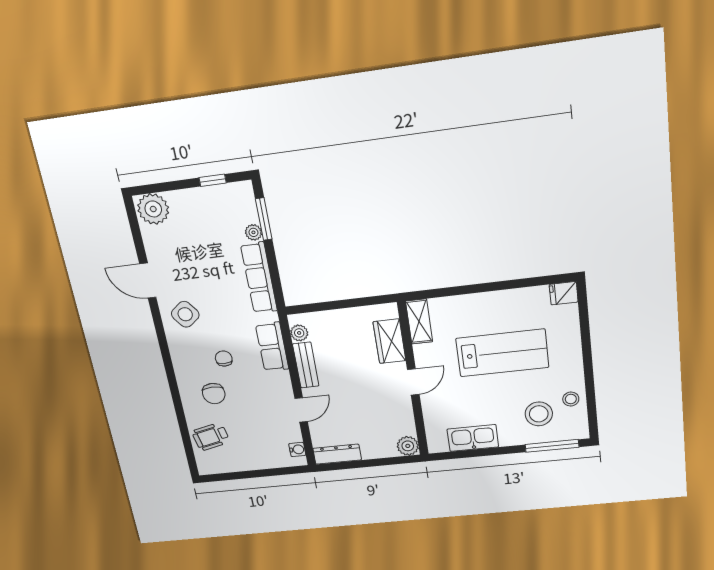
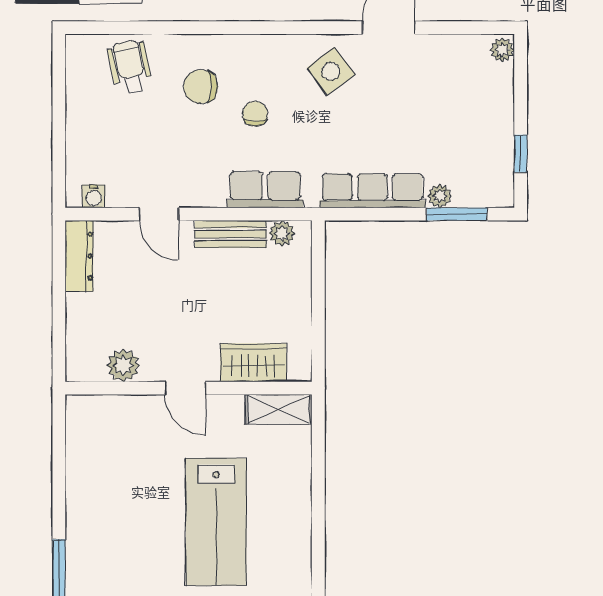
plant: (153, 209) -> (502, 50), width x0.53, depth x0.53
chair: (224, 359) -> (255, 114), turned -90
stool: (539, 414) -> (113, 564), removed
kitchen sink: (473, 438) -> (84, 464), removed
plant: (408, 446) -> (123, 365), moved

